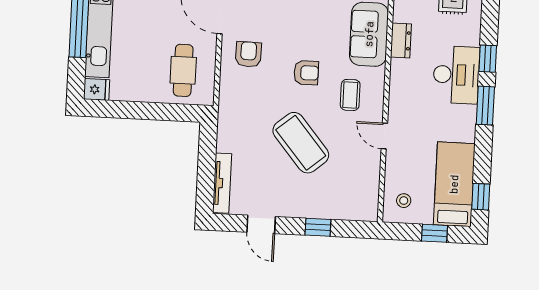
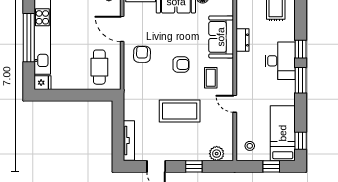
coffee table: (301, 143) -> (180, 111), turned -50
plant: (353, 210) -> (217, 154), added

